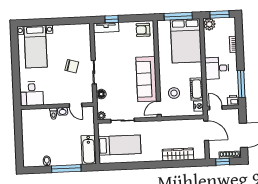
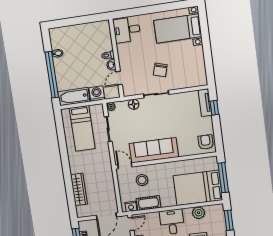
plant: (209, 24) -> (199, 213), moved
washing machine: (88, 128) -> (97, 94), added
window: (66, 169) -> (52, 75), width x1.46

